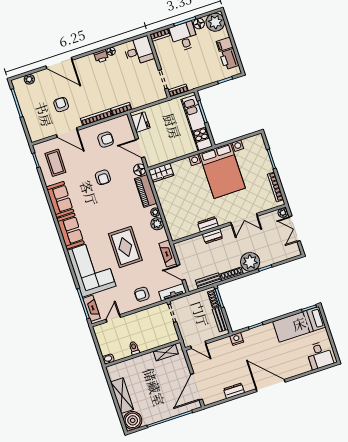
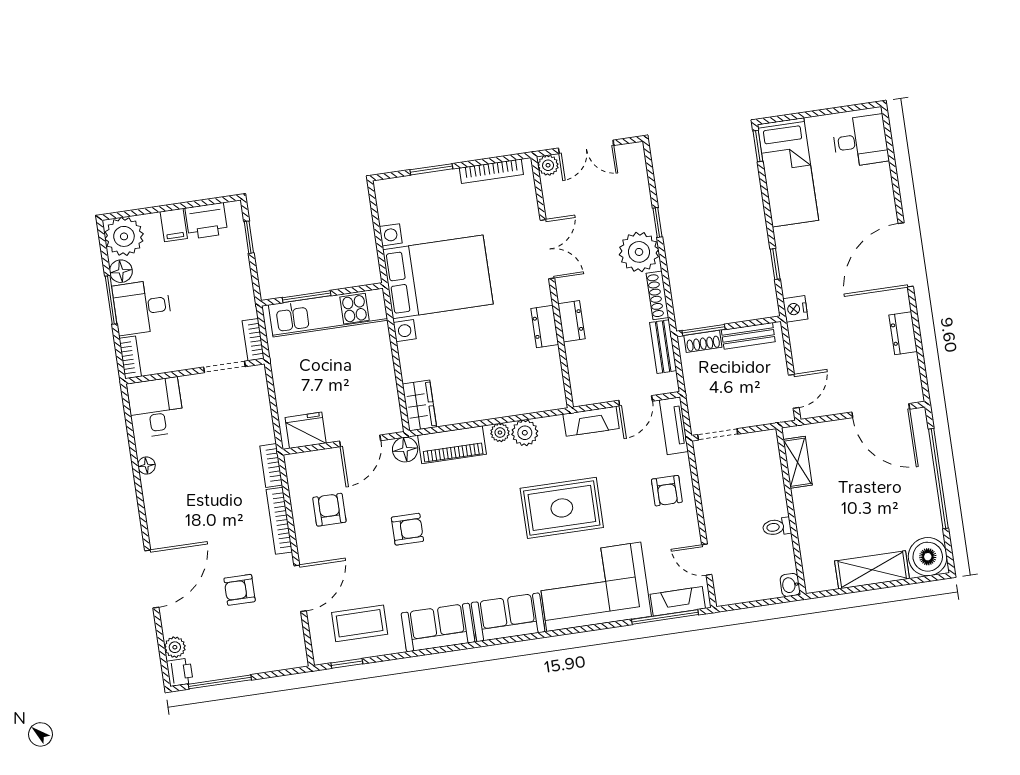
printer: (101, 56) -> (180, 672), moved

